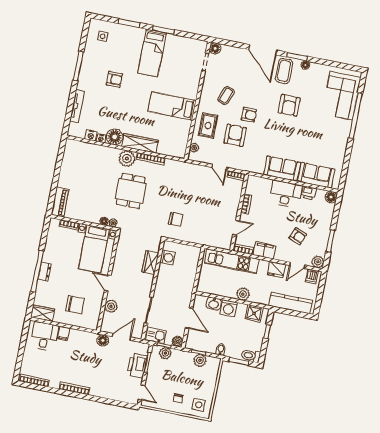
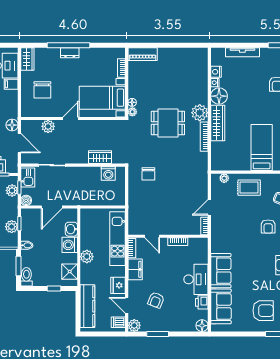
armchair: (235, 135) -> (263, 311), moved

